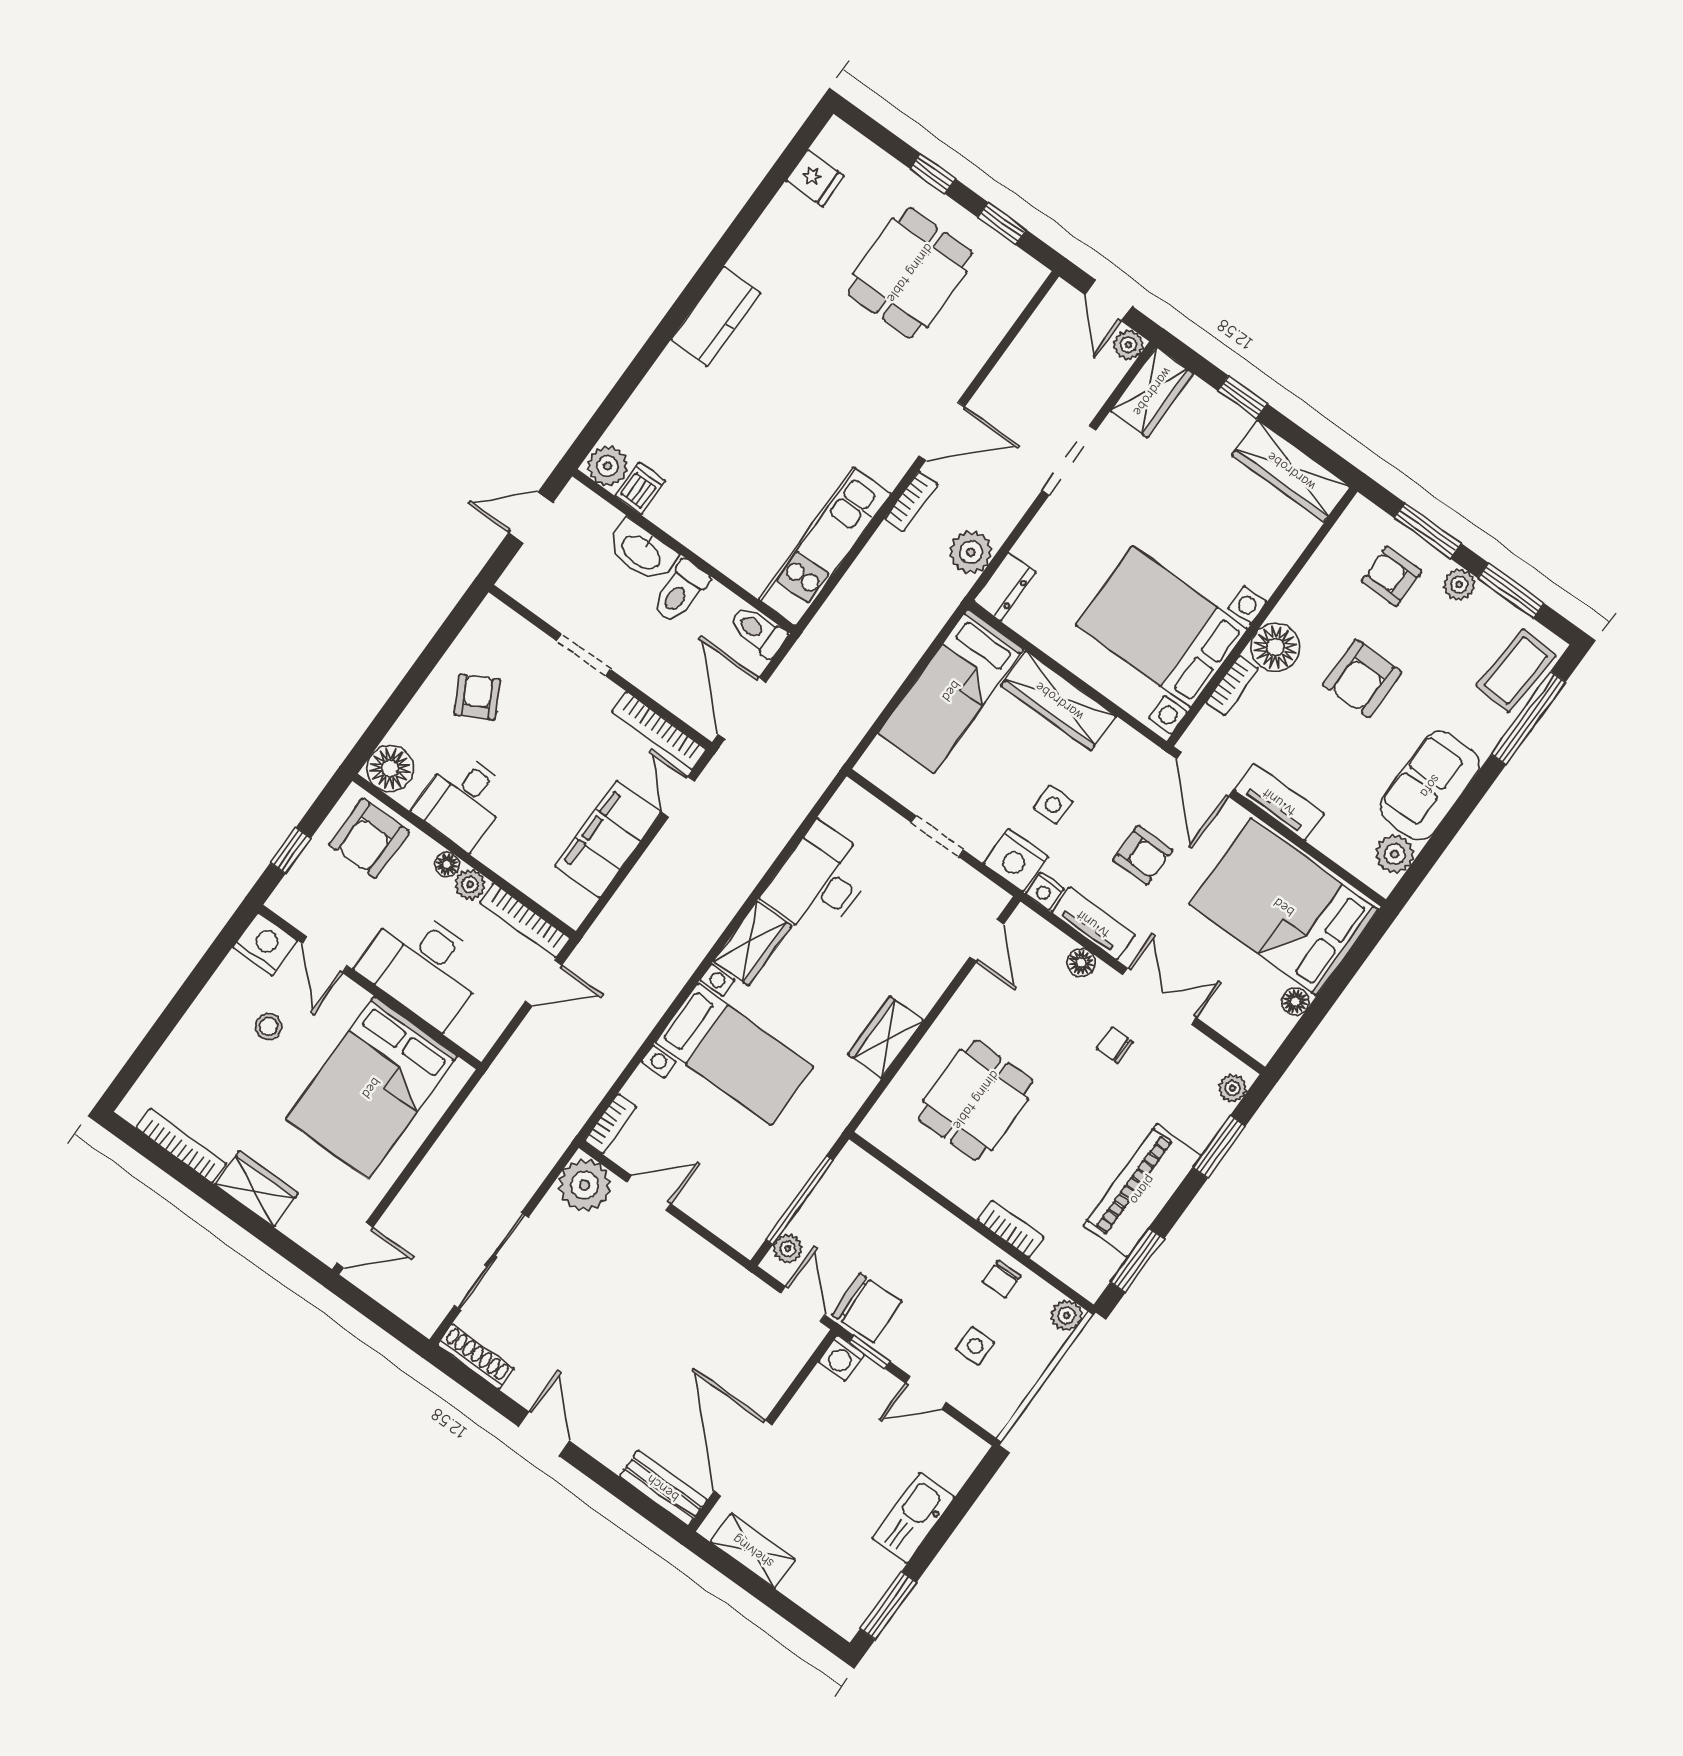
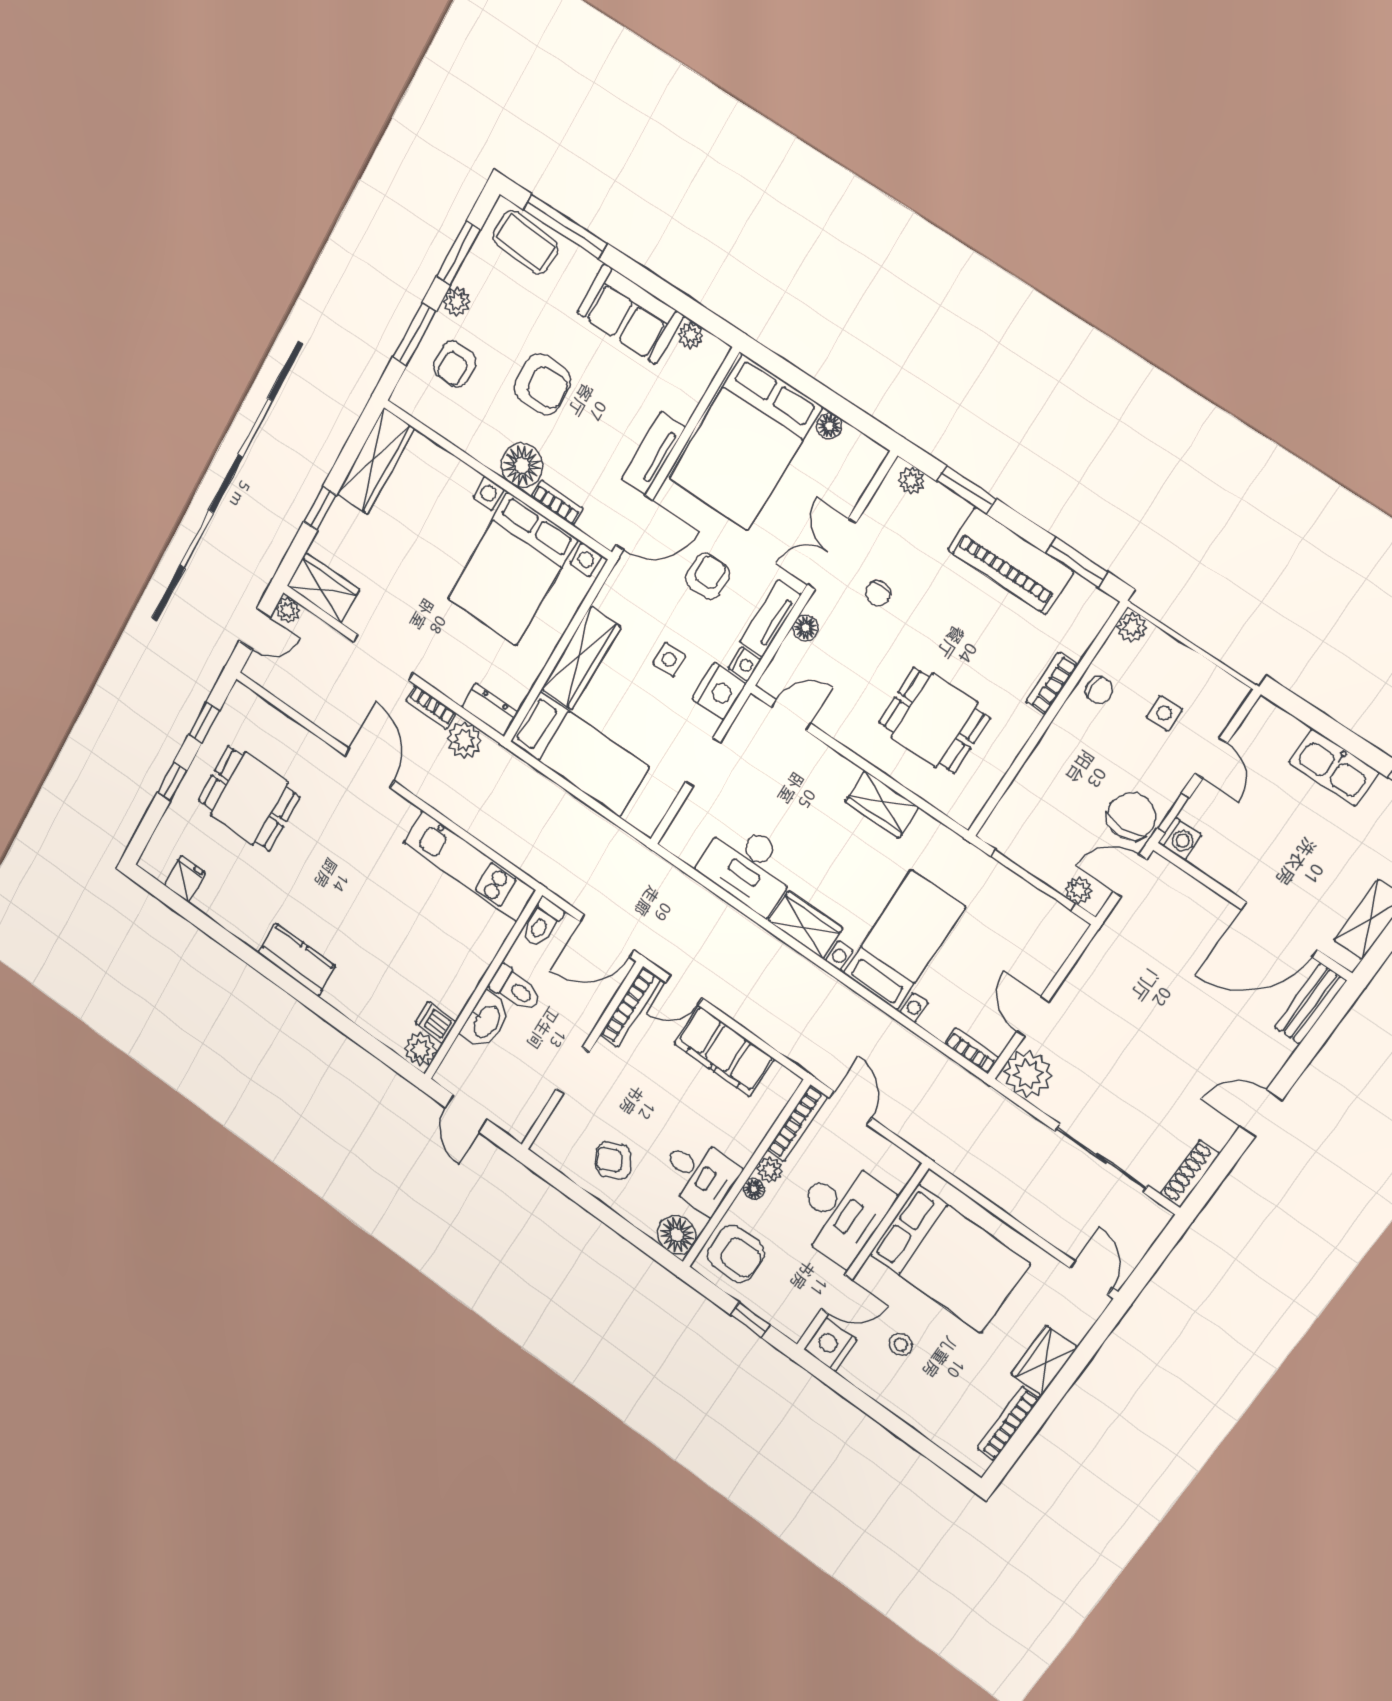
bookcase: (911, 501) -> (431, 707), moved, turned 180
plant: (1395, 854) -> (691, 335), width x0.73, depth x0.73

